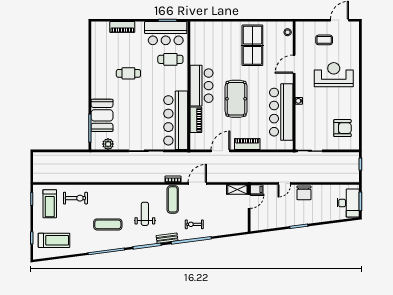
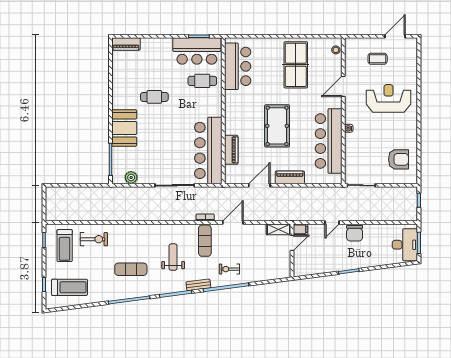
piano: (122, 27) -> (126, 44), moved
bar counter: (202, 86) -> (238, 66), moved
booth: (102, 115) -> (124, 128), moved

